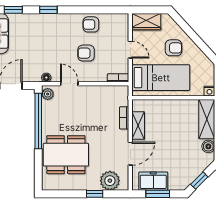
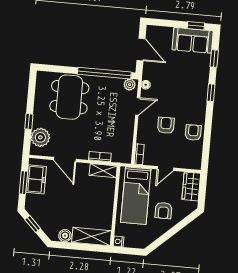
shelving: (138, 126) -> (103, 171), moved

